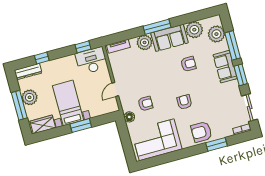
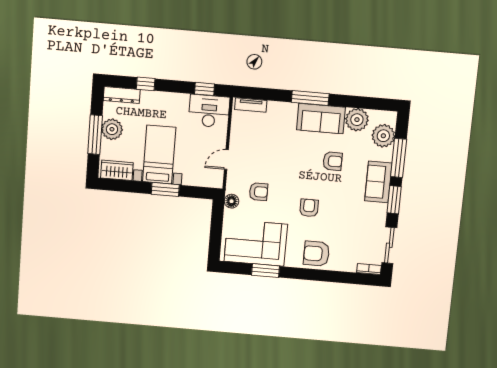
plant: (145, 42) -> (286, 113), removed
window: (217, 144) -> (266, 271), moved

